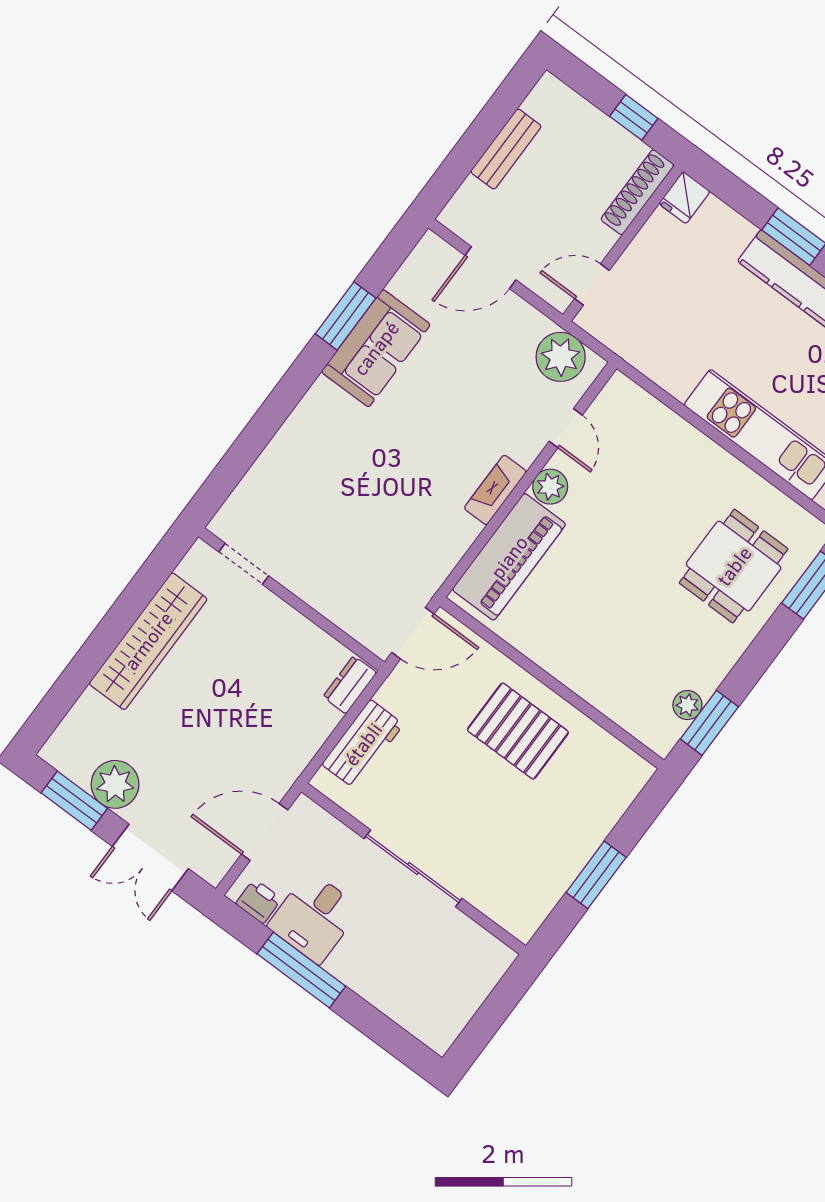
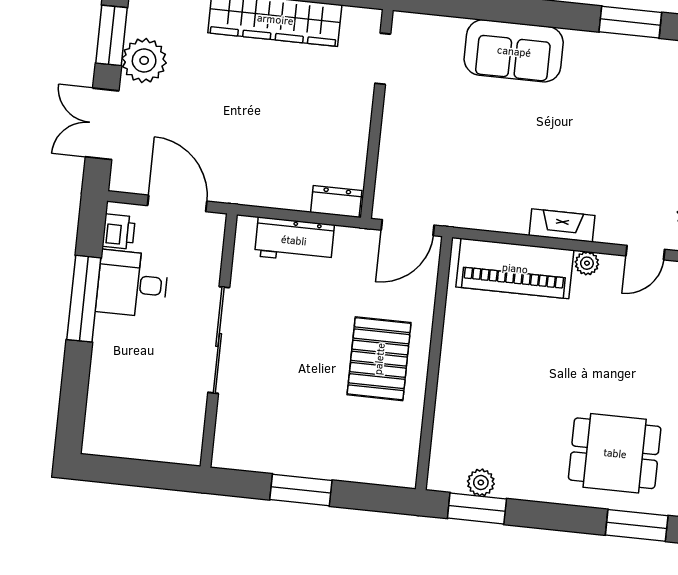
sofa: (376, 348) -> (514, 51), moved
plant: (550, 487) -> (587, 263), width x0.73, depth x0.73
door: (413, 633) -> (408, 228), hinge flipped

